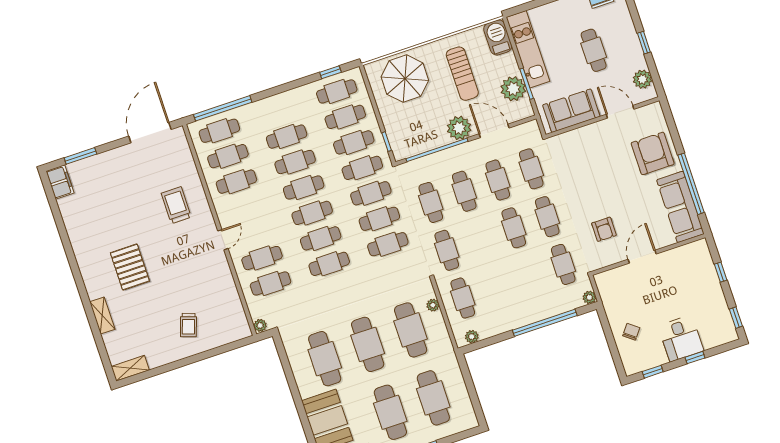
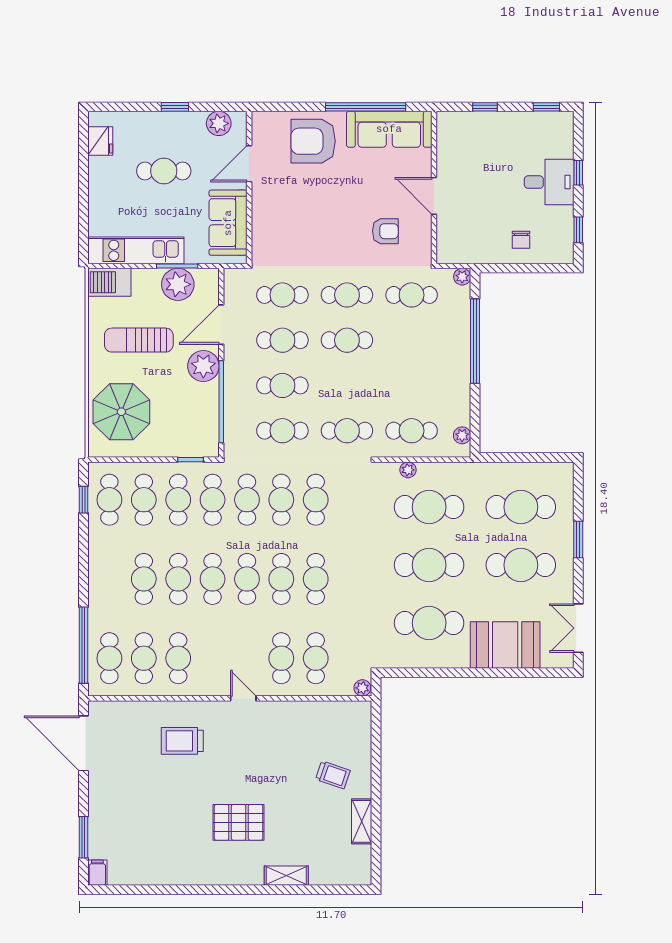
sun lounger: (462, 74) -> (139, 340), turned 180
filing cabinet: (60, 182) -> (97, 873), width x0.50
chair: (631, 332) -> (521, 240), turned -128
shelving: (130, 368) -> (362, 821), moved

